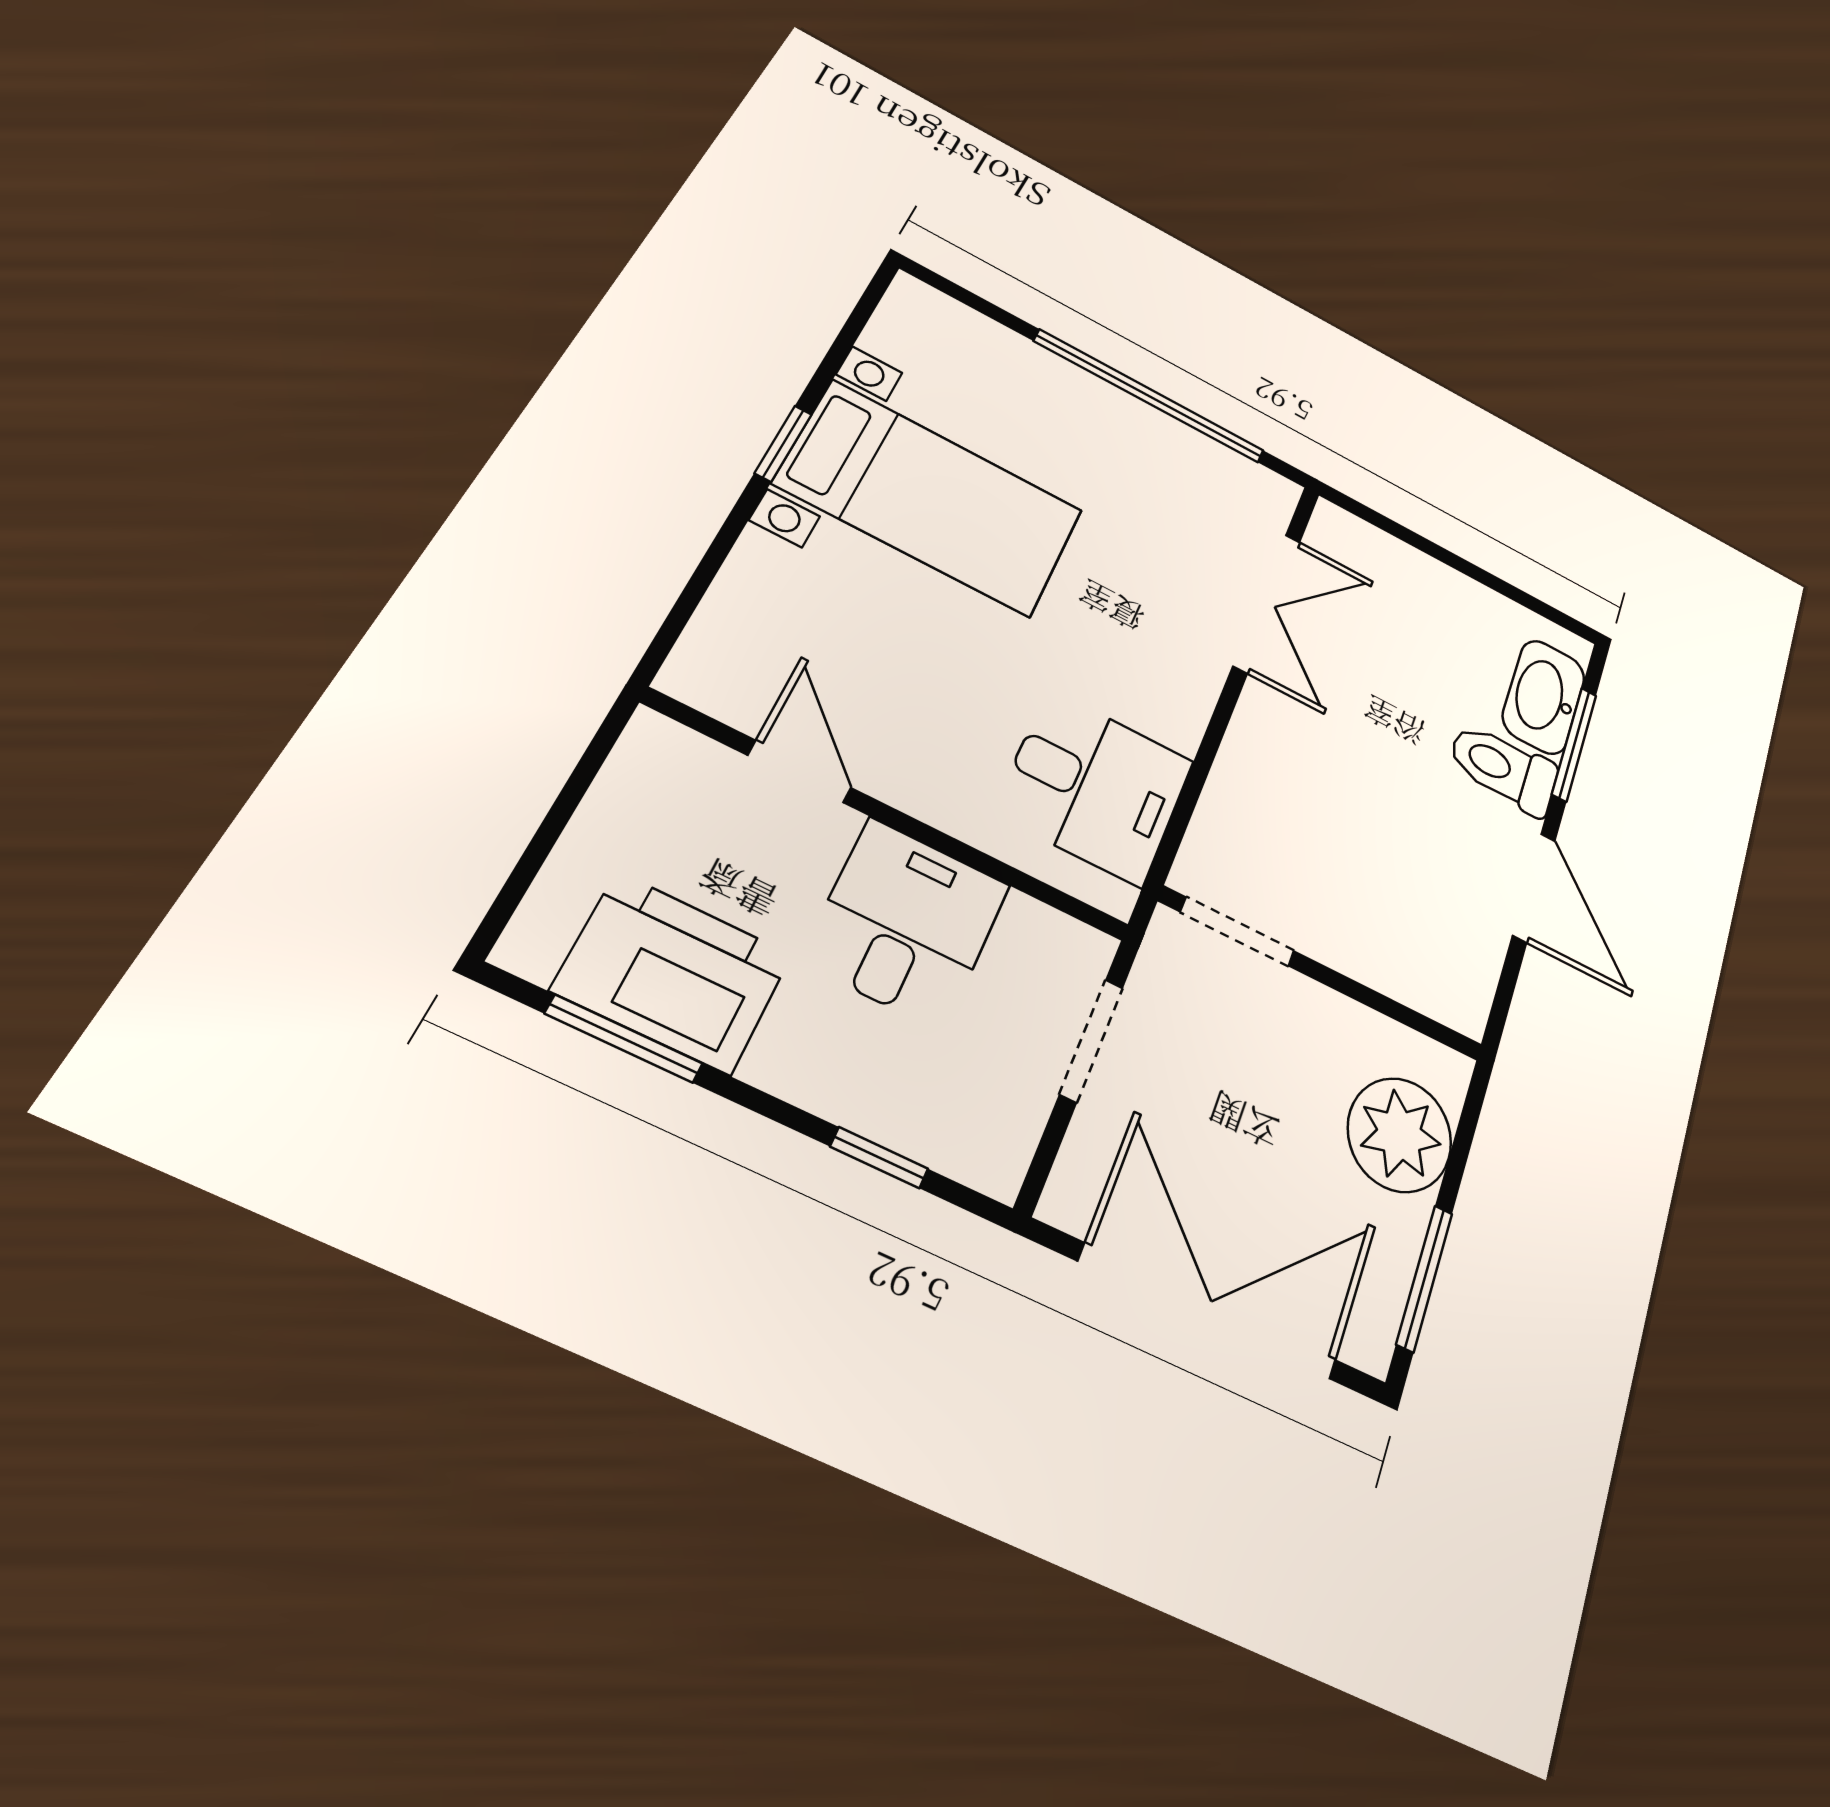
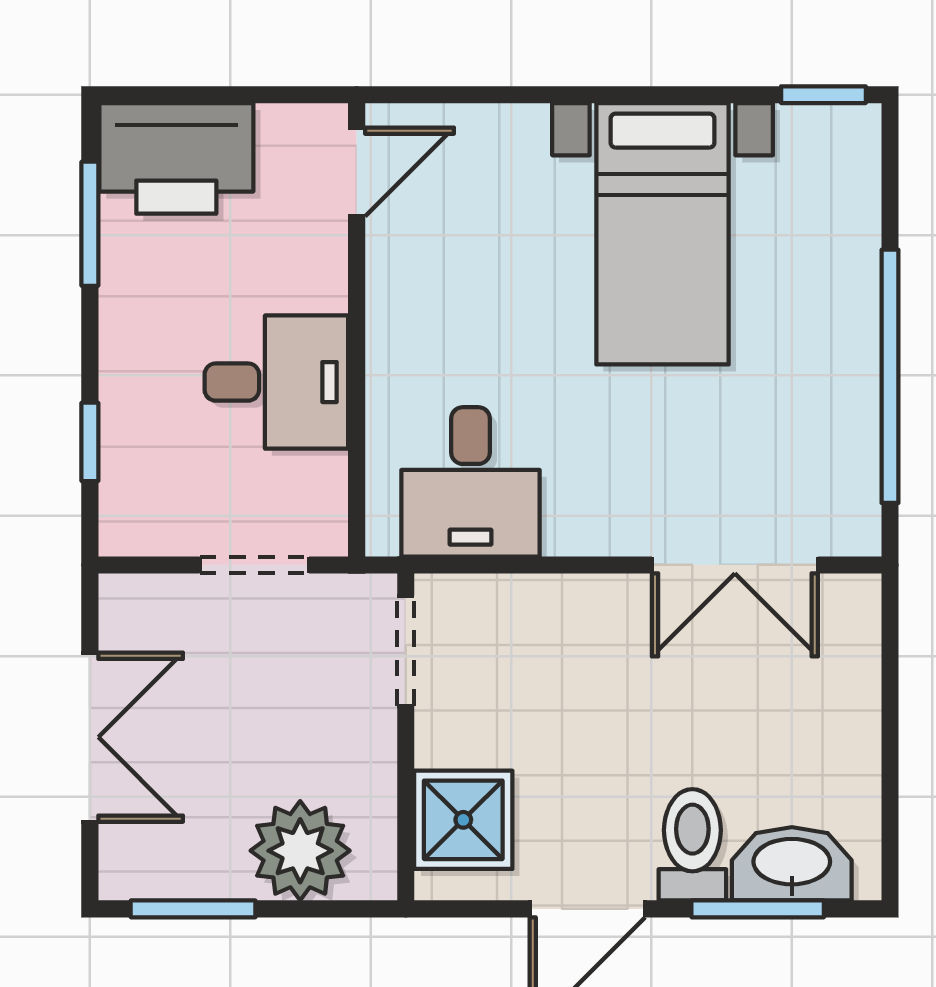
window: (783, 444) -> (823, 95), moved
door: (800, 772) -> (357, 172), moved
shower: (1419, 959) -> (463, 820), added
printer: (673, 972) -> (176, 158), moved, turned 90
double door: (1208, 1311) -> (90, 737), width x0.73

